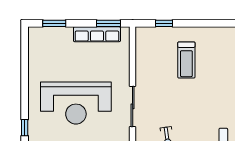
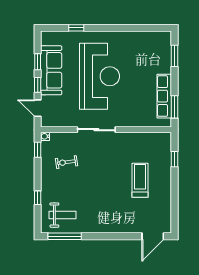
treadmill: (186, 60) -> (140, 180), turned 90
reception desk: (76, 103) -> (99, 76), turned 180

